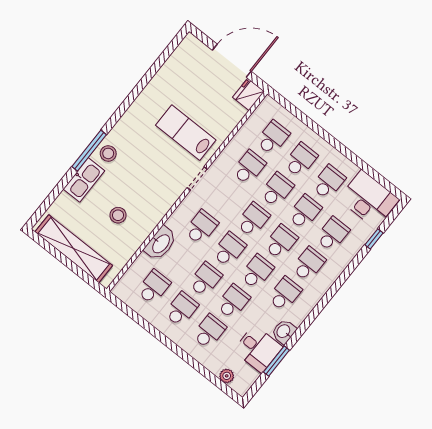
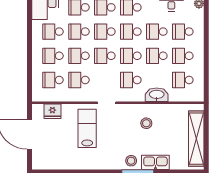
fridge: (248, 94) -> (52, 111), moved
lab bench: (186, 133) -> (87, 128), turned 180
stool: (118, 215) -> (146, 123), moved

